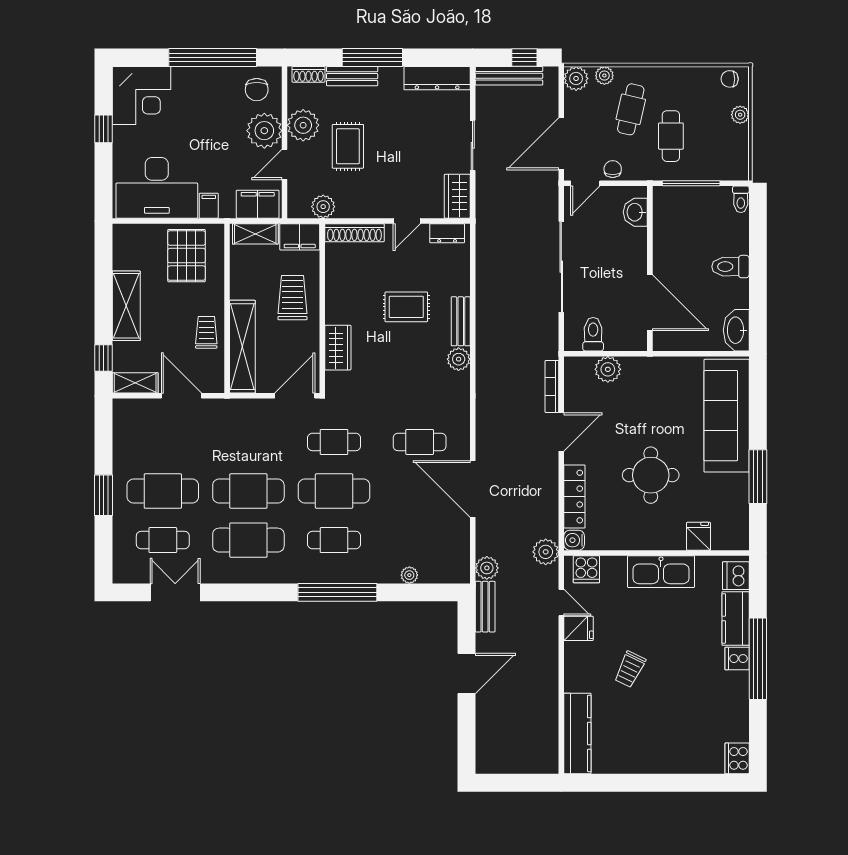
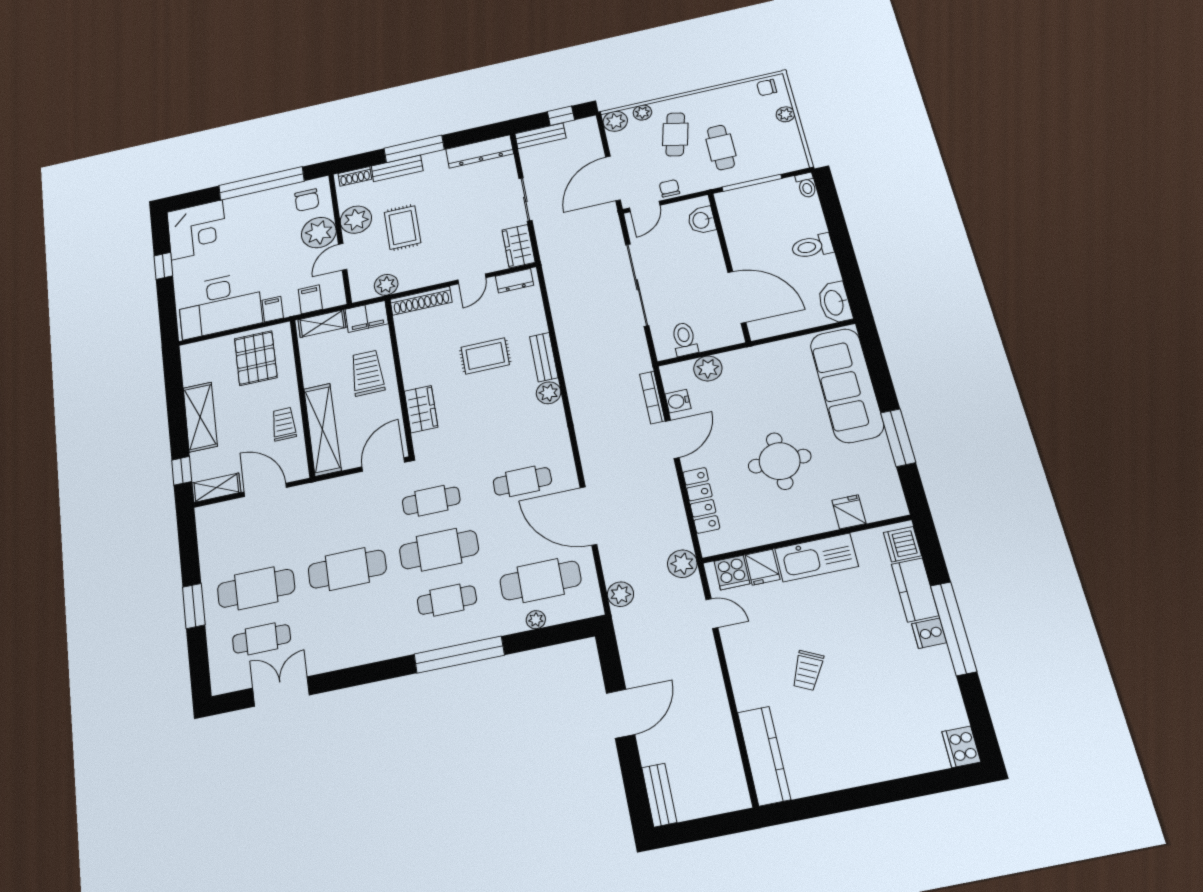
bench: (509, 76) -> (540, 136), width x0.73
filing cabinet: (258, 204) -> (310, 299), width x0.50
cafe table: (248, 540) -> (541, 581), moved
water cooler: (574, 540) -> (678, 401), moved
bench: (485, 607) -> (659, 795), moved
fridge: (579, 628) -> (762, 567), moved, turned 90

